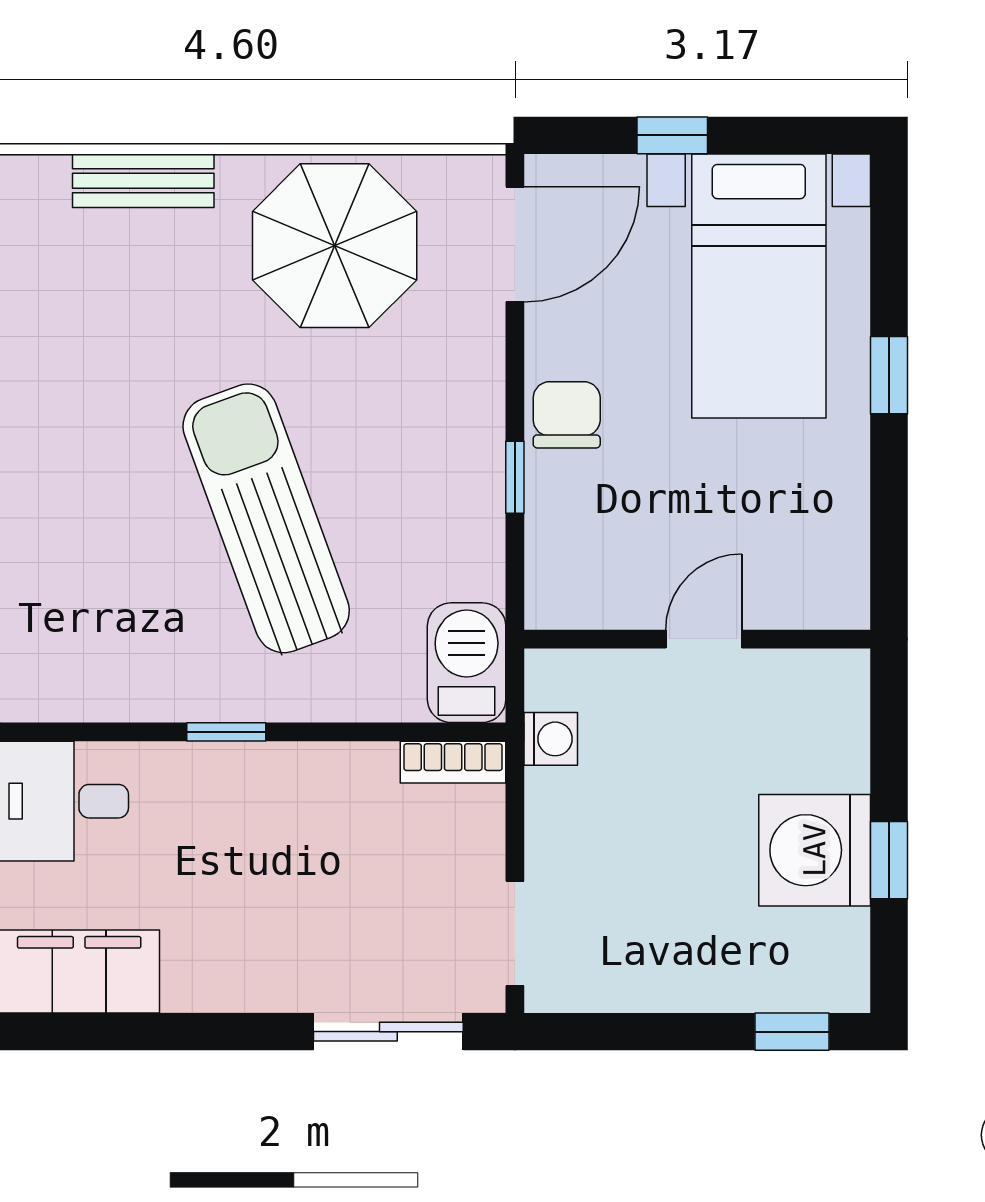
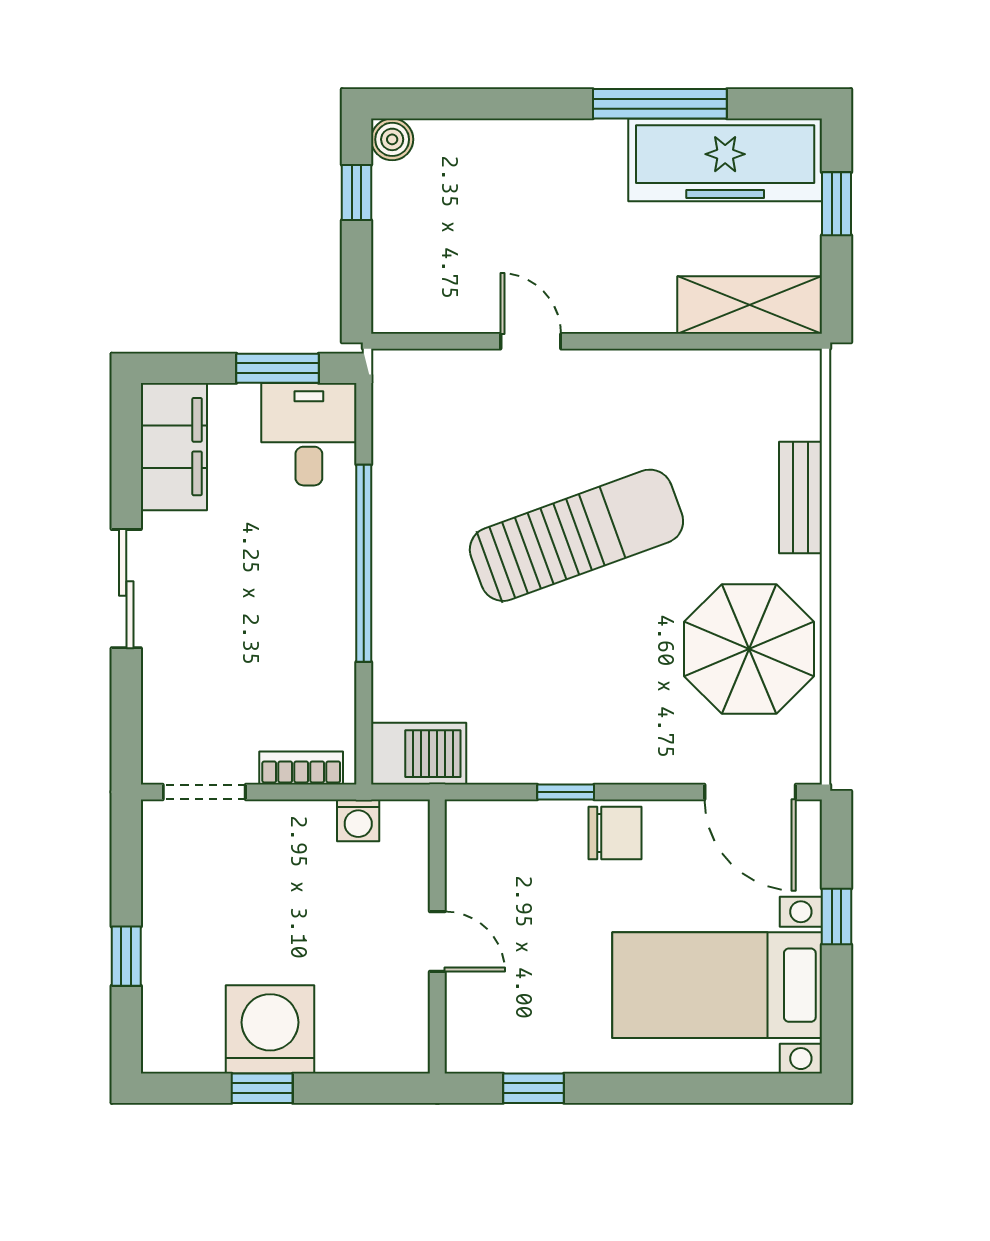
window: (889, 375) -> (533, 1088), moved
sun lounger: (266, 518) -> (576, 535), moved
window: (226, 732) -> (364, 563), width x3.17
bookcase: (453, 762) -> (301, 768), moved, turned 90
sliding door: (388, 1032) -> (126, 589), moved
window: (792, 1032) -> (126, 956), moved

